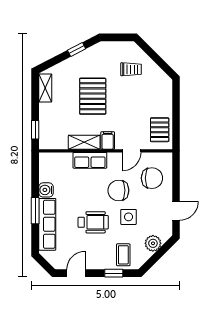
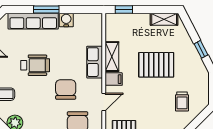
door: (131, 151) -> (104, 102), swing flipped
side table: (129, 217) -> (40, 99), removed
wheelchair: (93, 222) -> (35, 65), turned -90

